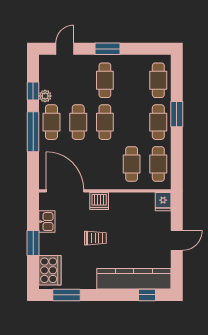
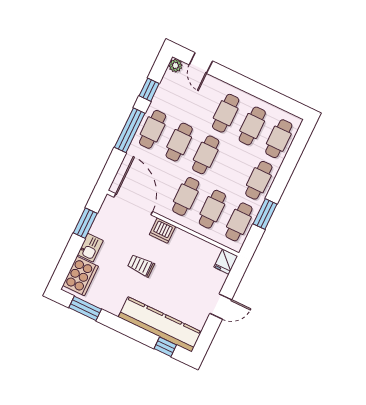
door: (65, 49) -> (201, 63), swing flipped
window: (107, 49) -> (243, 83), removed
cafe table: (132, 80) -> (252, 126), added
plant: (45, 96) -> (175, 66), moved
window: (177, 114) -> (265, 214), moved
cafe table: (105, 164) -> (186, 196), added
kitchen sink: (47, 222) -> (90, 248), moved
trolley: (95, 238) -> (141, 266), turned 180
window: (33, 243) -> (85, 223), moved

